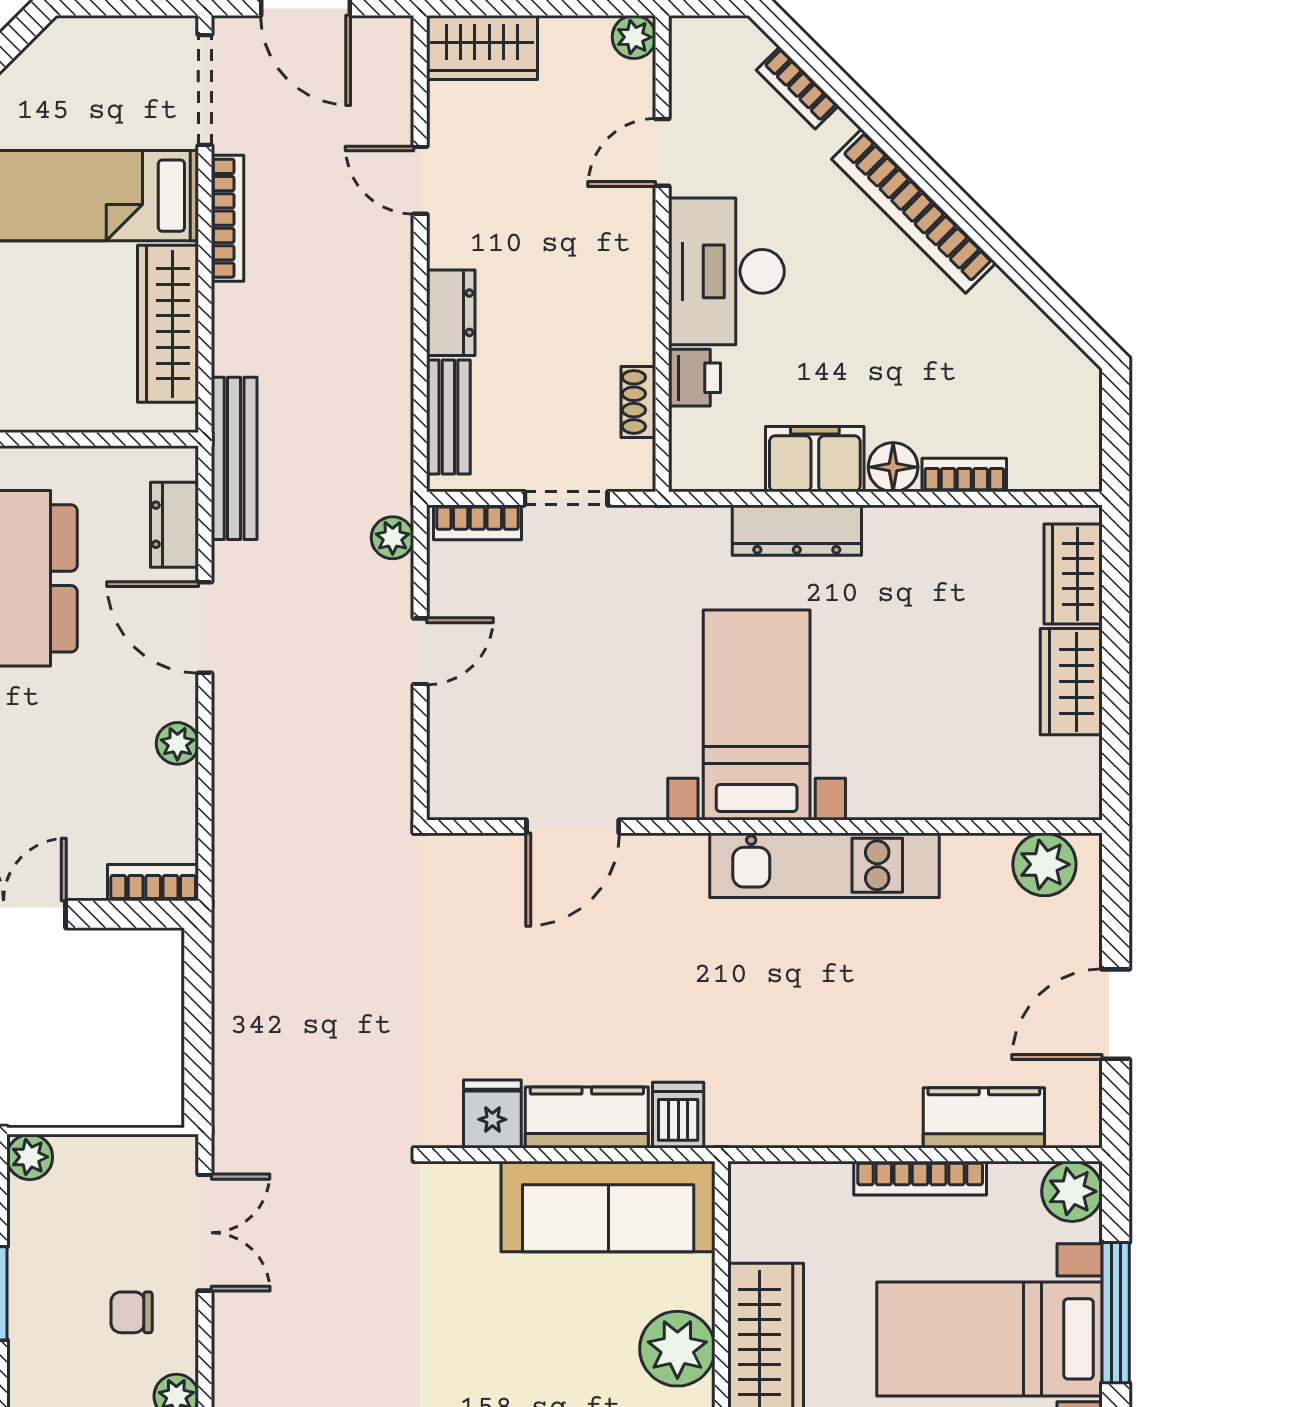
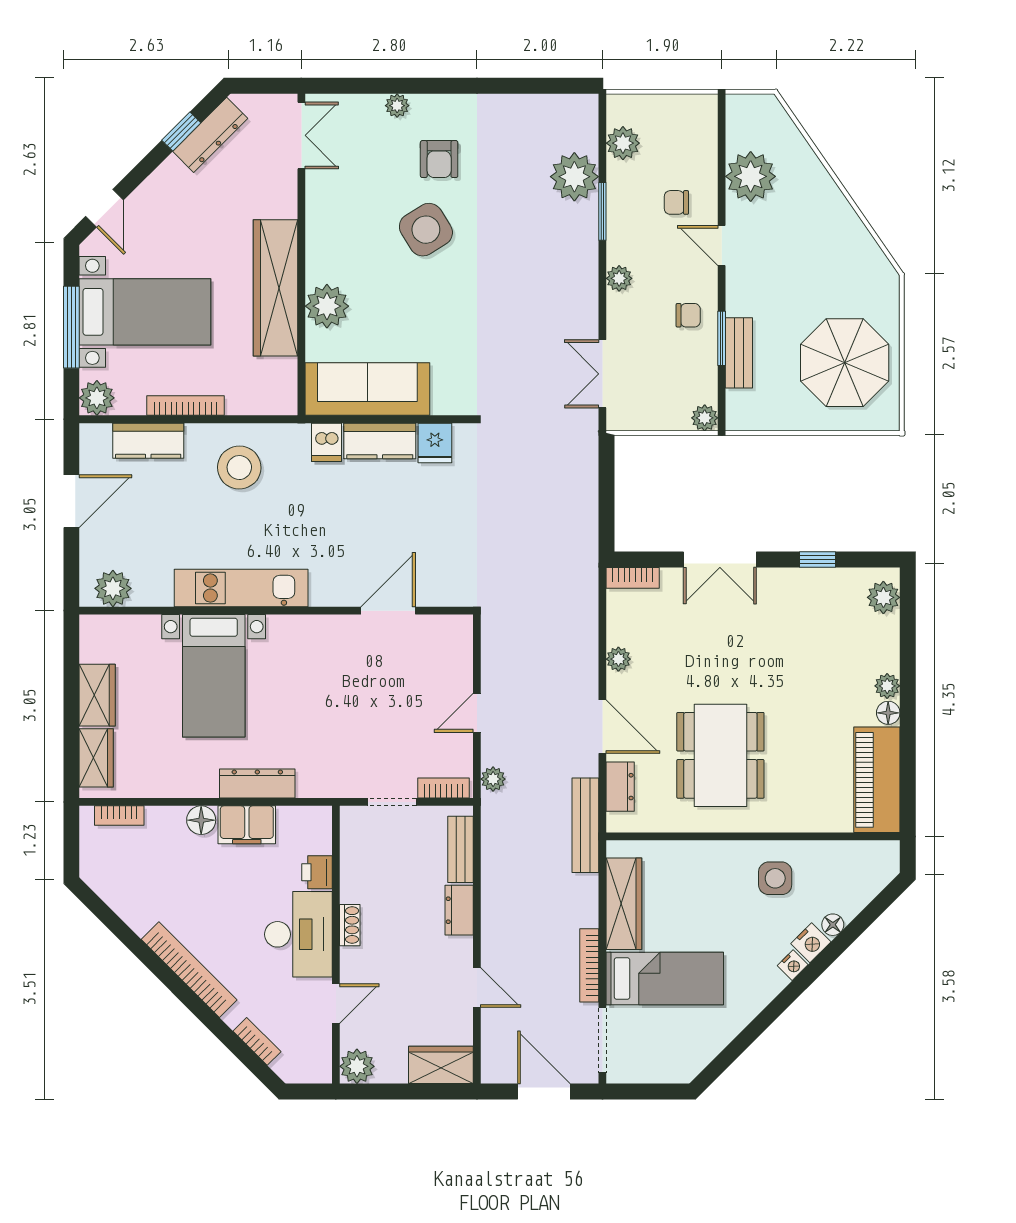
plant: (634, 37) -> (357, 1066), width x1.38, depth x1.38
shoe rack: (638, 402) -> (350, 925), moved
bookcase: (964, 475) -> (119, 816), moved
bed with nightstands: (757, 715) -> (214, 676), moved
stool: (828, 1072) -> (239, 468), added
chair: (132, 1312) -> (688, 315), moved

